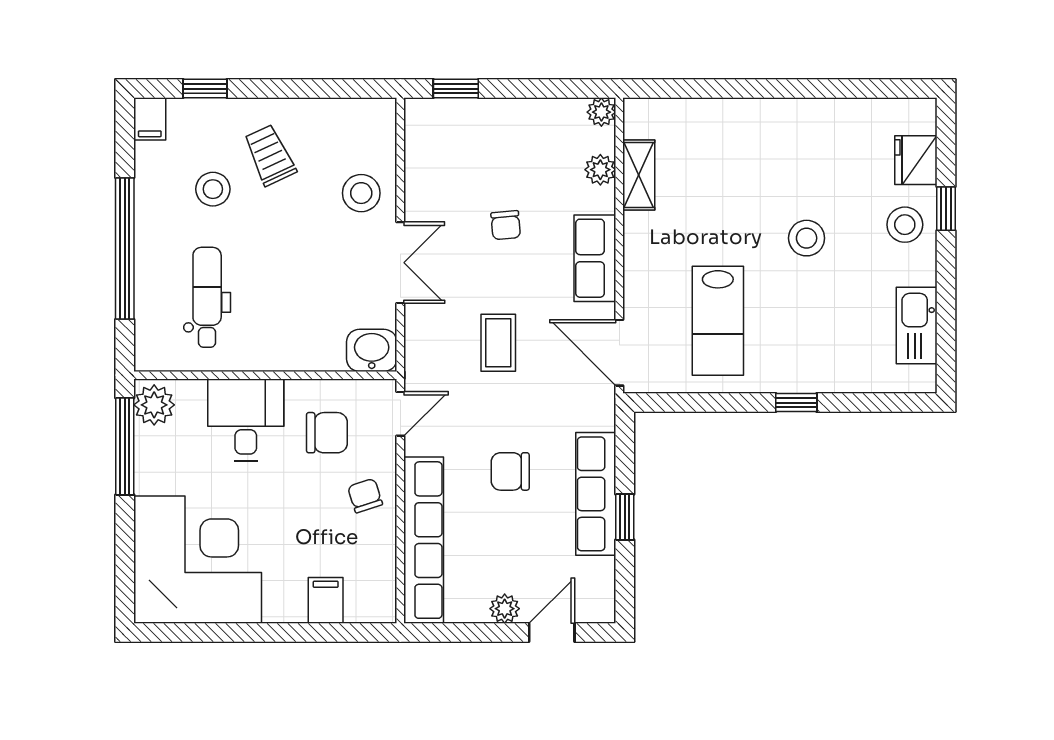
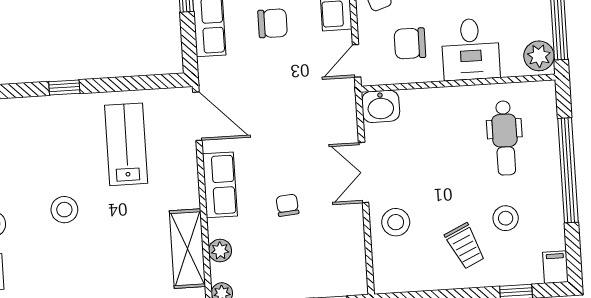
shelving: (639, 175) -> (187, 249), width x1.50, depth x1.33
coffee table: (498, 343) -> (287, 118), removed

